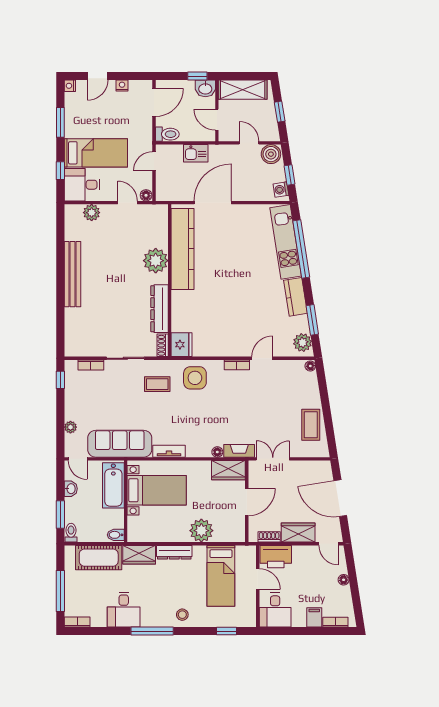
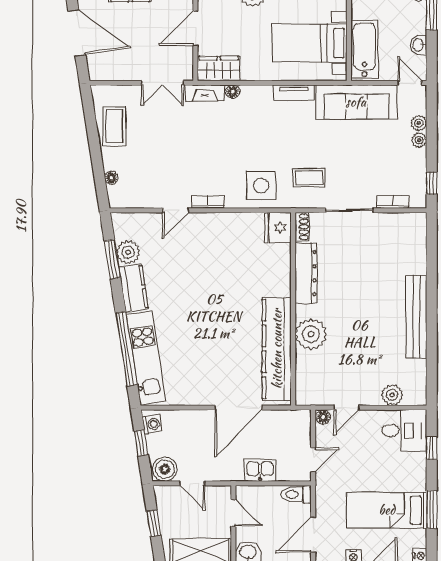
bed: (96, 153) -> (387, 510), moved
door: (128, 203) -> (347, 408), hinge flipped
plant: (303, 343) -> (128, 252), moved
floor lamp: (310, 366) -> (111, 178), moved
plant: (70, 414) -> (419, 140), added

